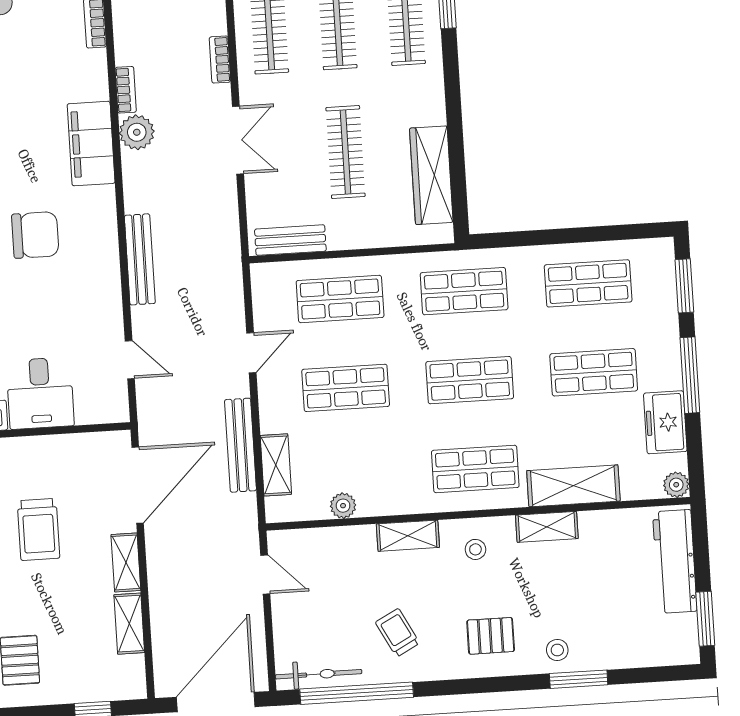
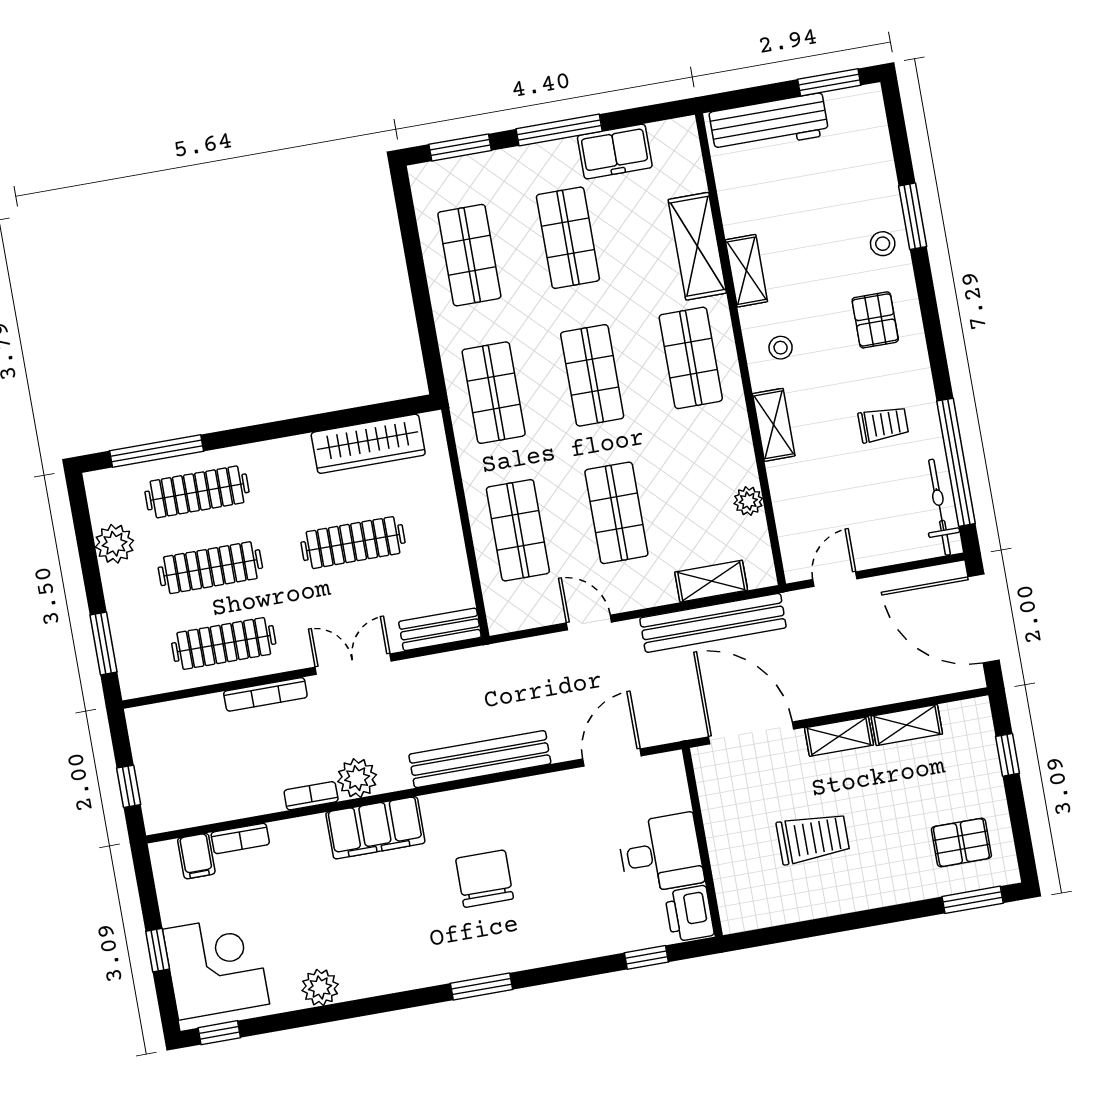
bookcase: (220, 60) -> (265, 694), width x1.56
bench: (290, 240) -> (440, 629), moved, turned 90
bench: (140, 259) -> (480, 759), width x1.37, depth x1.21
door: (130, 360) -> (612, 757), width x1.38
bench: (240, 445) -> (713, 623), width x1.37, depth x1.21
plant: (676, 485) -> (683, 132), removed
trolley: (397, 633) -> (883, 424), turned -152

